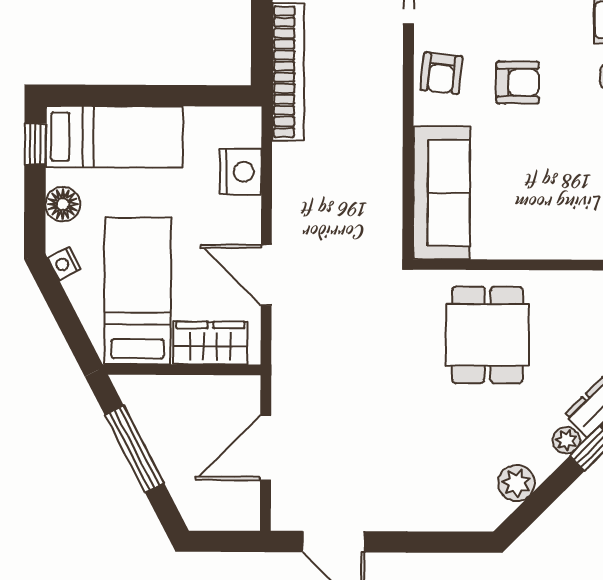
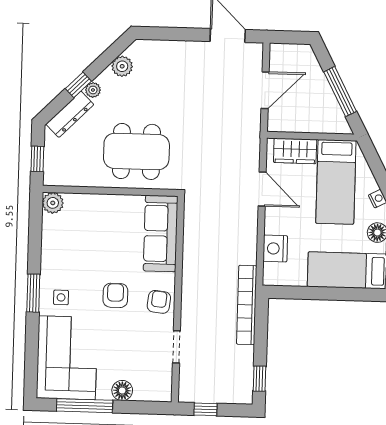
armchair: (518, 83) -> (115, 295), turned 90
dining table: (487, 335) -> (136, 151), width x1.37

